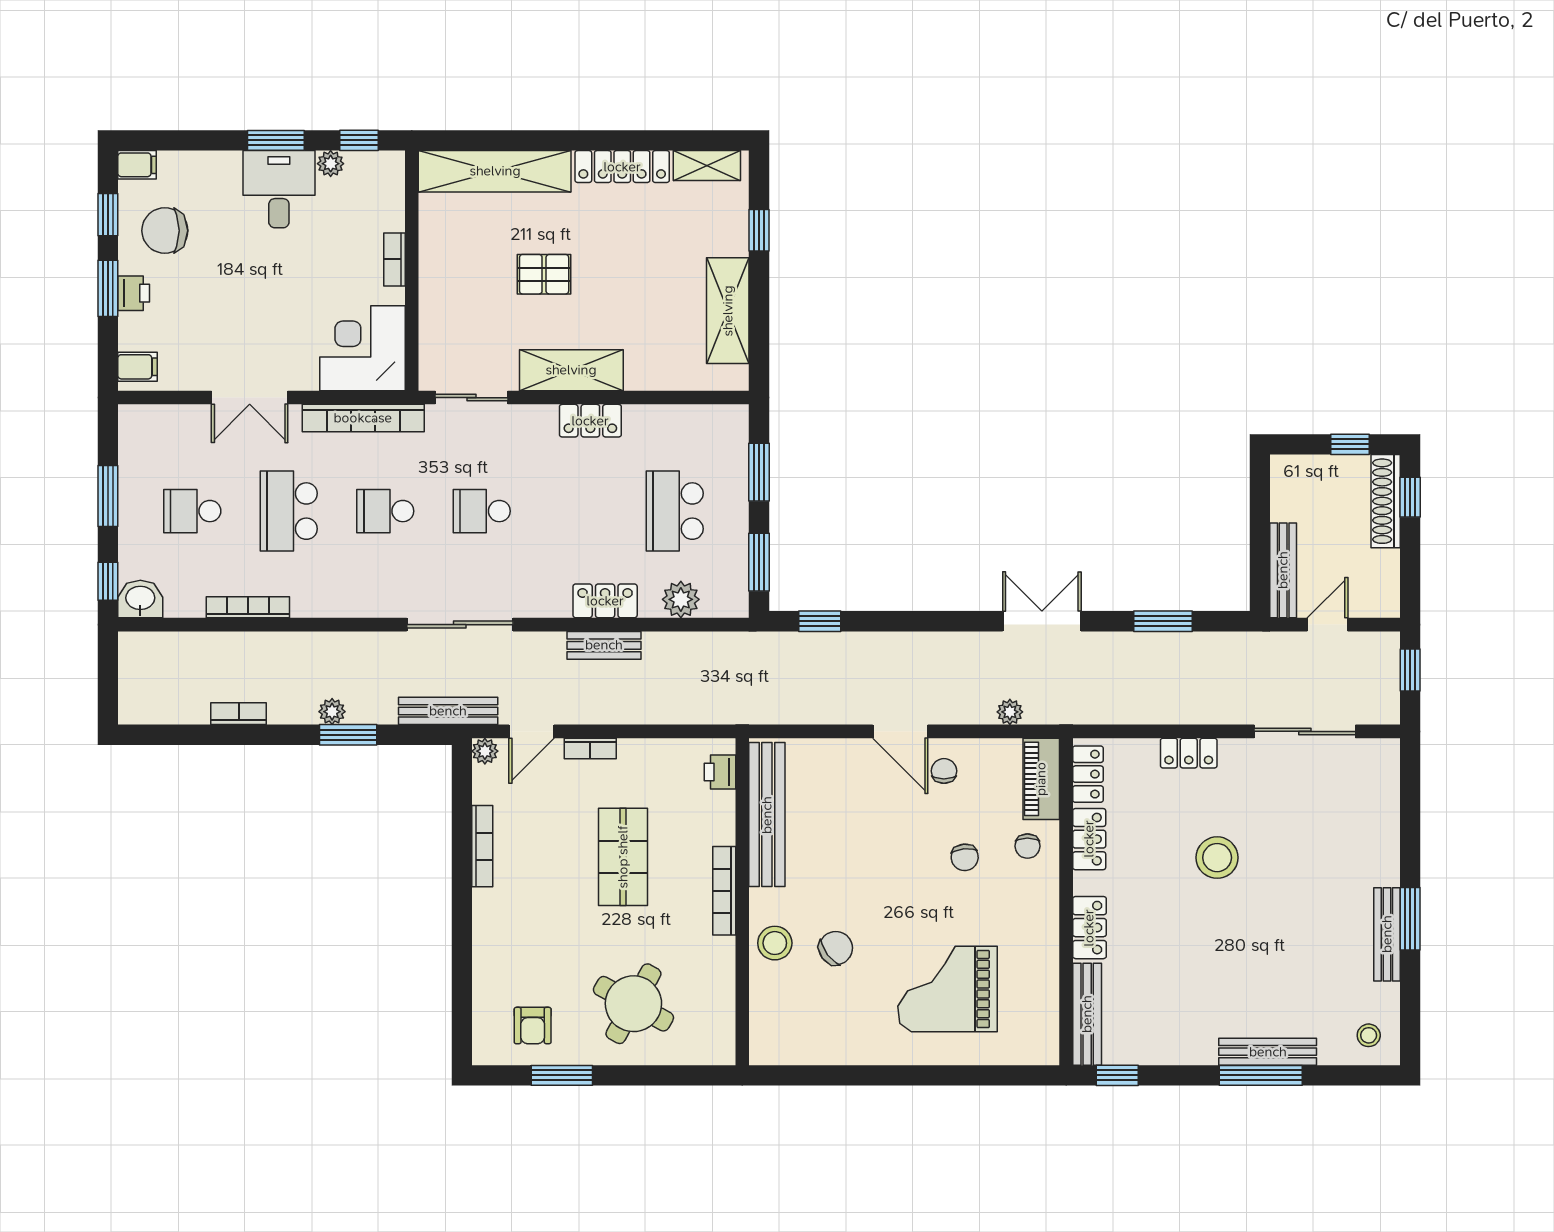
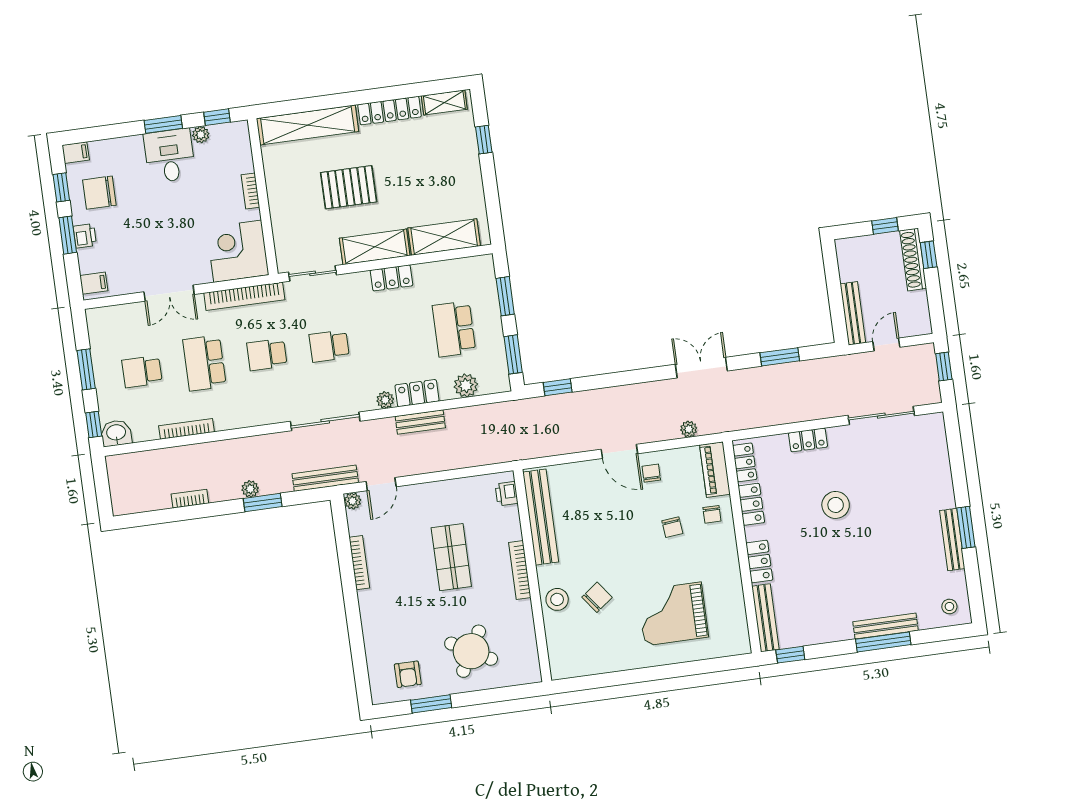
pallet: (544, 274) -> (349, 187), width x1.50, depth x1.42
shelving: (728, 311) -> (444, 237), moved, turned 90
plant: (555, 605) -> (385, 400), added
bookcase: (590, 748) -> (420, 490), removed

